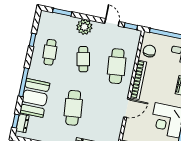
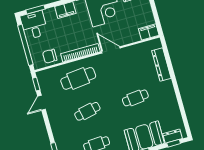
plant: (84, 27) -> (58, 125), removed
cafe table: (73, 108) -> (135, 98), width x0.73, depth x0.74

